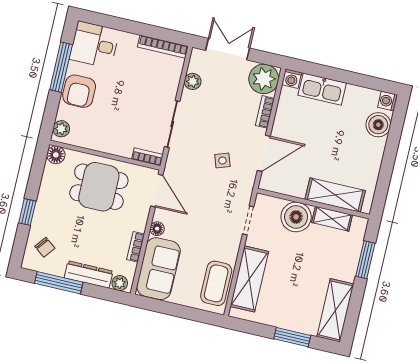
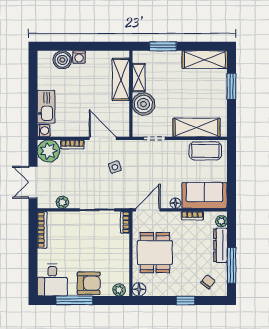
washing machine: (388, 101) -> (79, 57), moved

